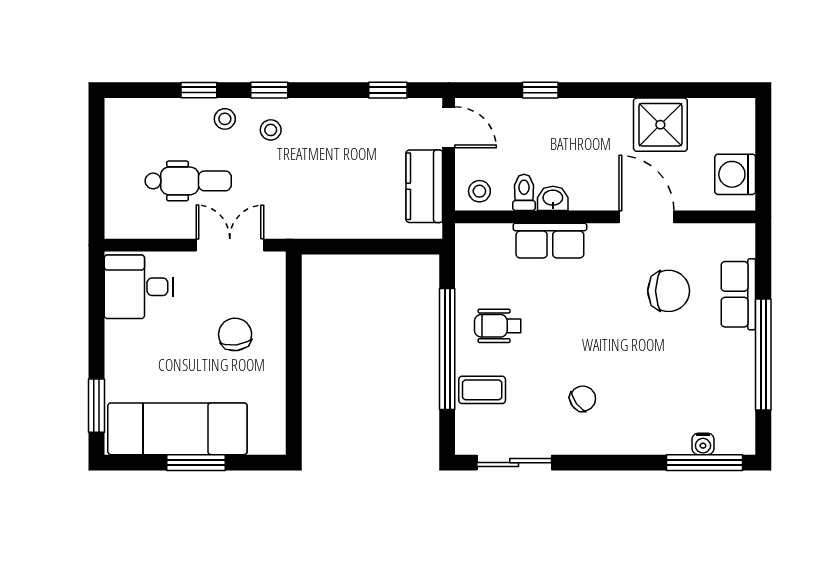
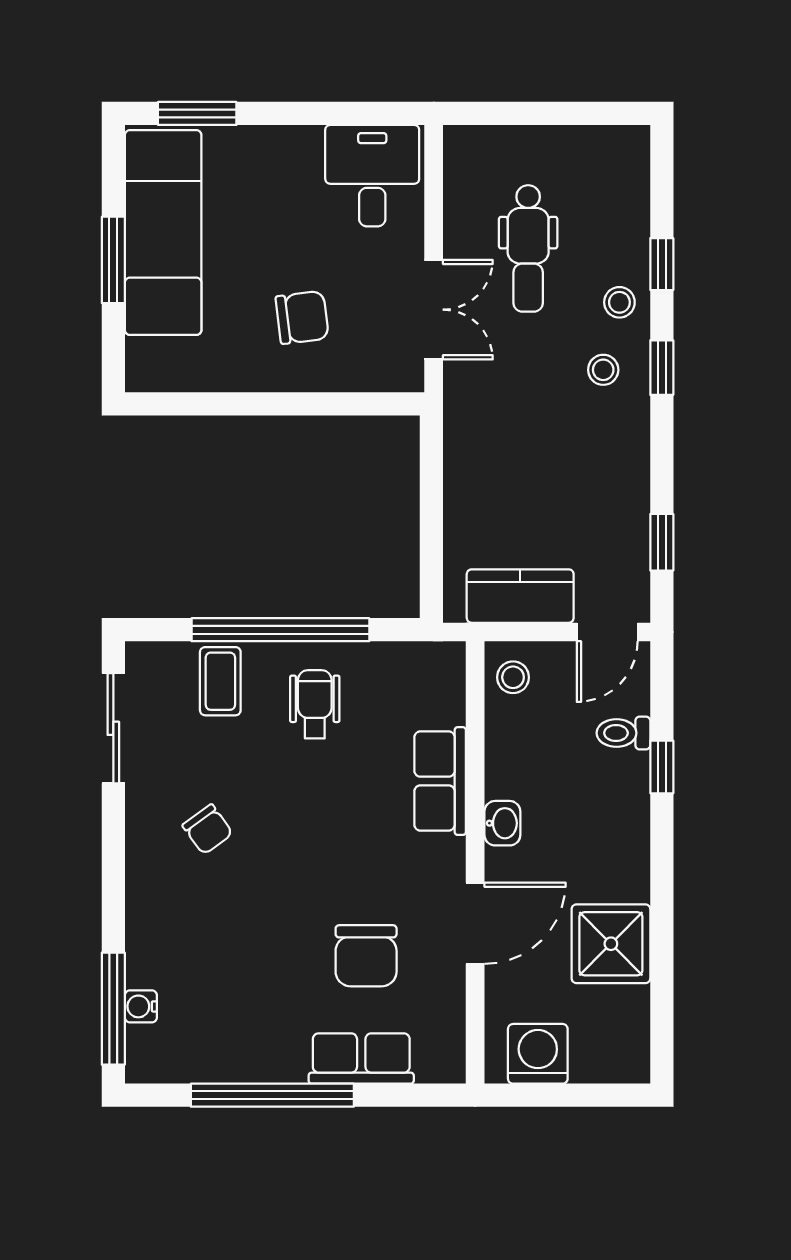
toilet: (524, 192) -> (623, 733), moved, turned 180
washbasin: (553, 198) -> (502, 823), moved

